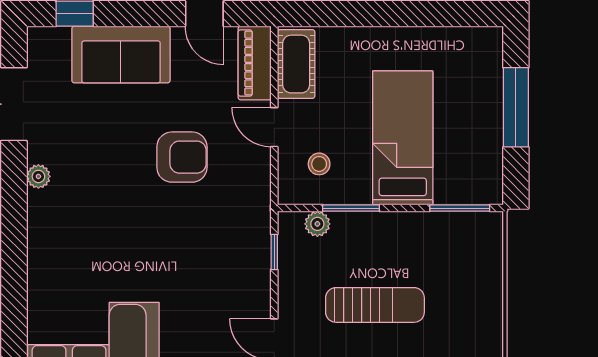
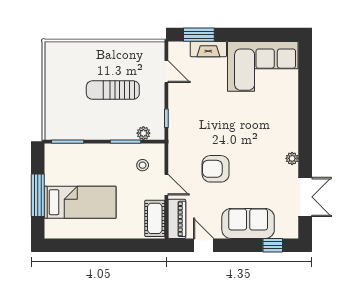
bed: (403, 138) -> (80, 202), moved, turned -90

